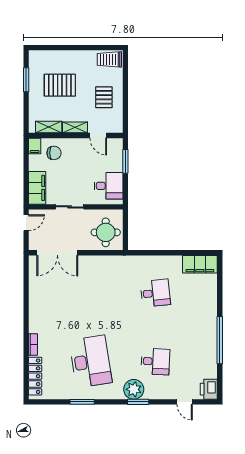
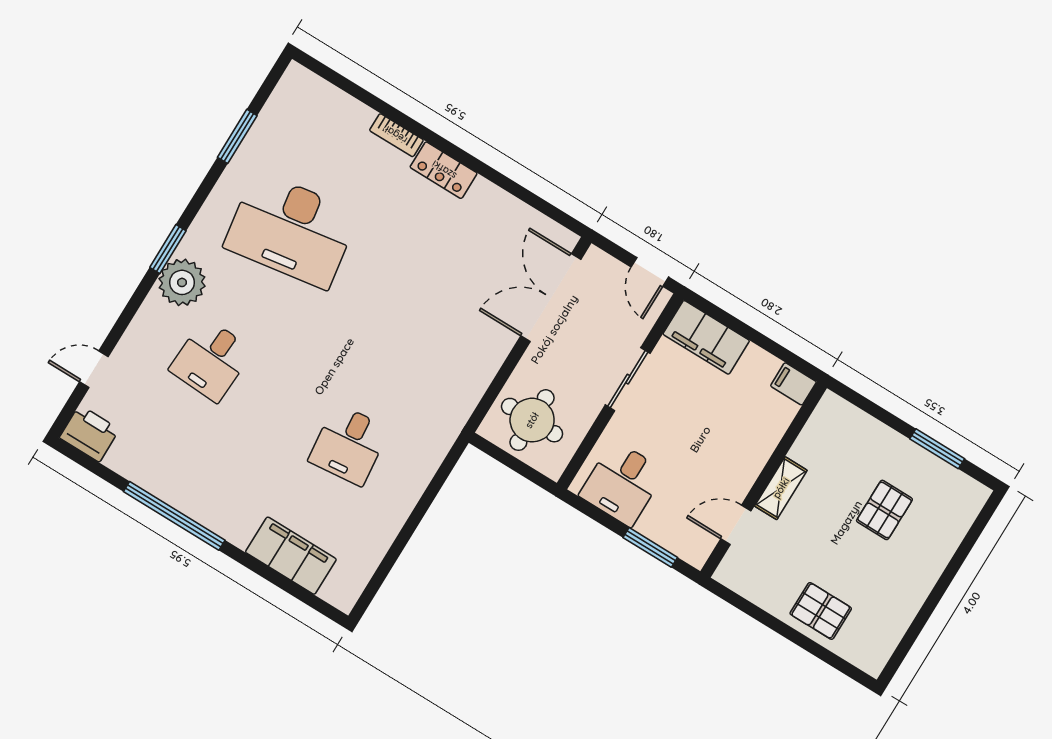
trolley: (109, 59) -> (875, 641), removed
pallet: (60, 85) -> (884, 510), width x0.67, depth x0.71
pallet: (104, 97) -> (821, 611), moved
shelving: (49, 127) -> (814, 435), removed
chair: (54, 153) -> (756, 414), removed
filing cabinet: (200, 264) -> (291, 556), moved, turned 90
locker: (35, 376) -> (444, 170), moved, width x0.66
window: (82, 402) -> (237, 136), moved
window: (138, 402) -> (168, 249), moved

